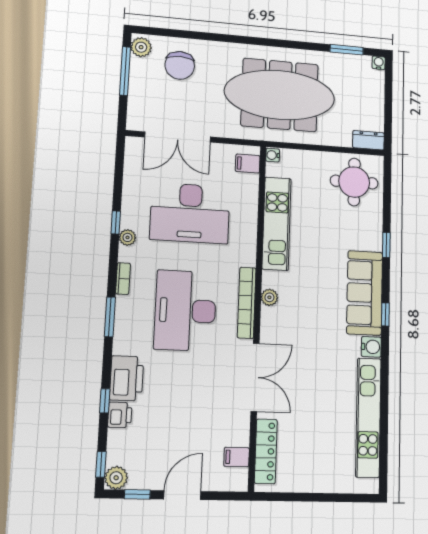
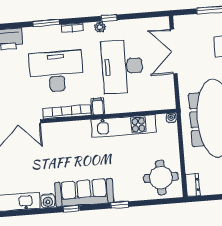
filing cabinet: (248, 164) -> (98, 106), moved
plant: (269, 297) -> (72, 127), removed

